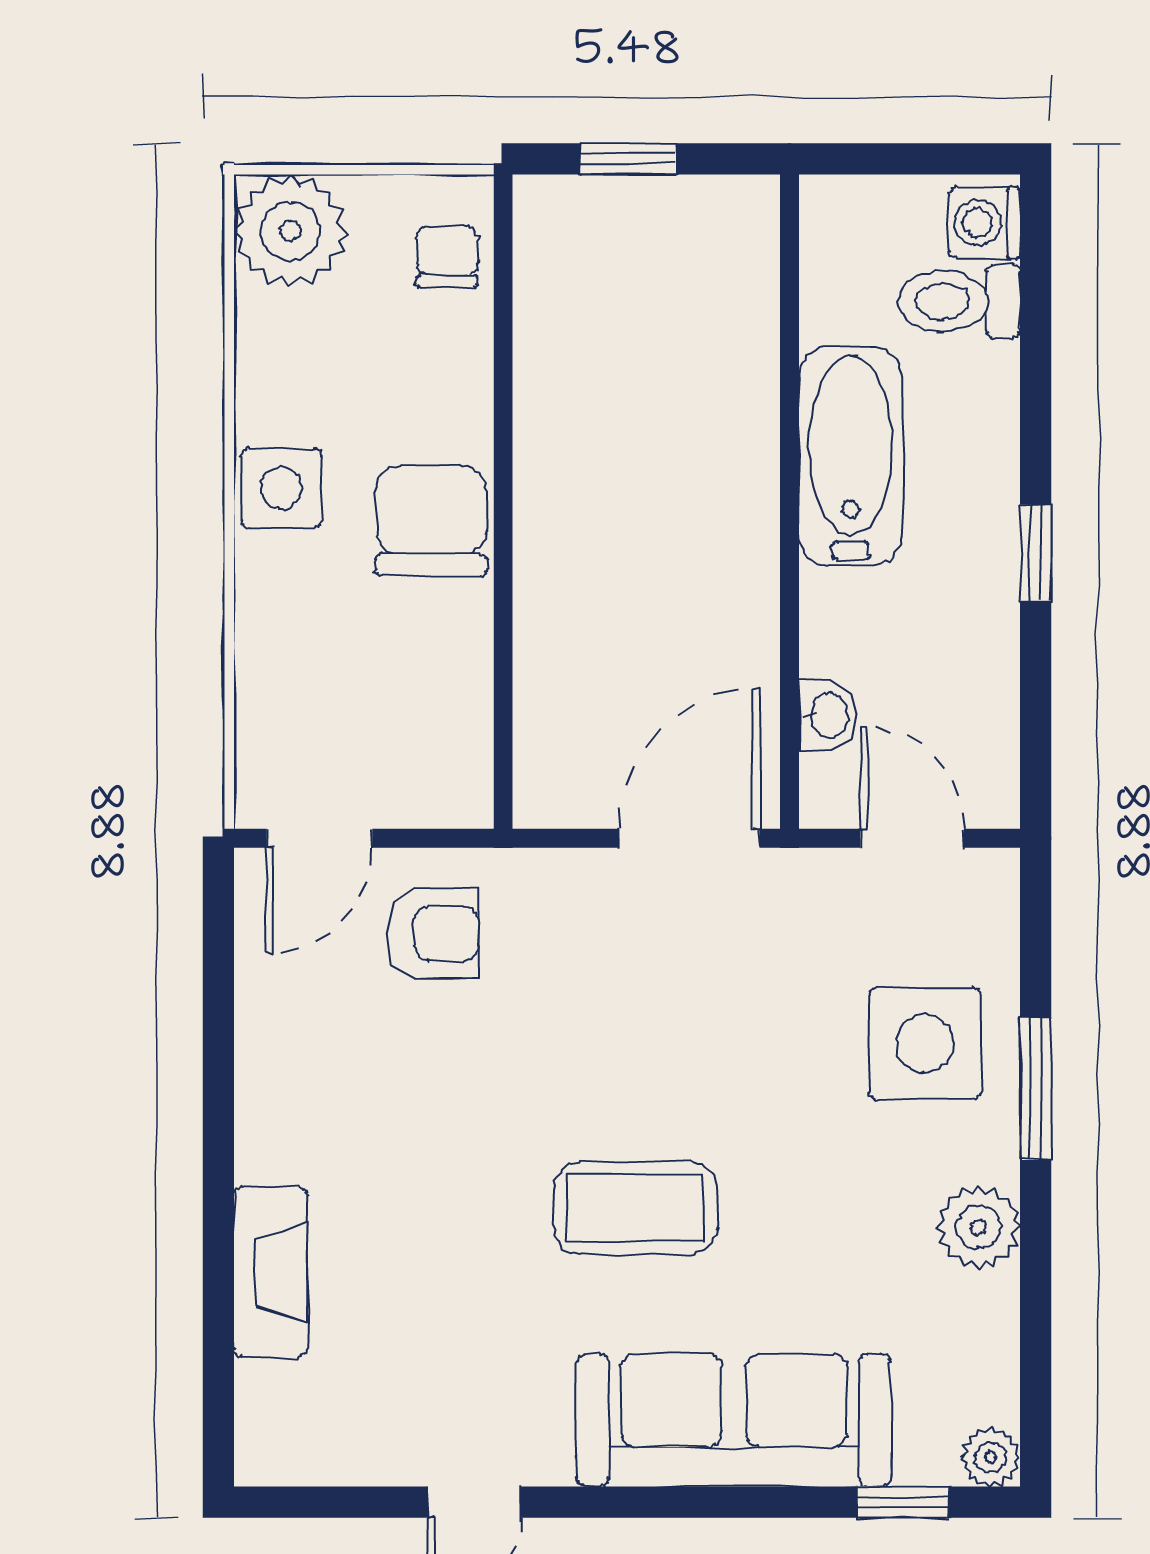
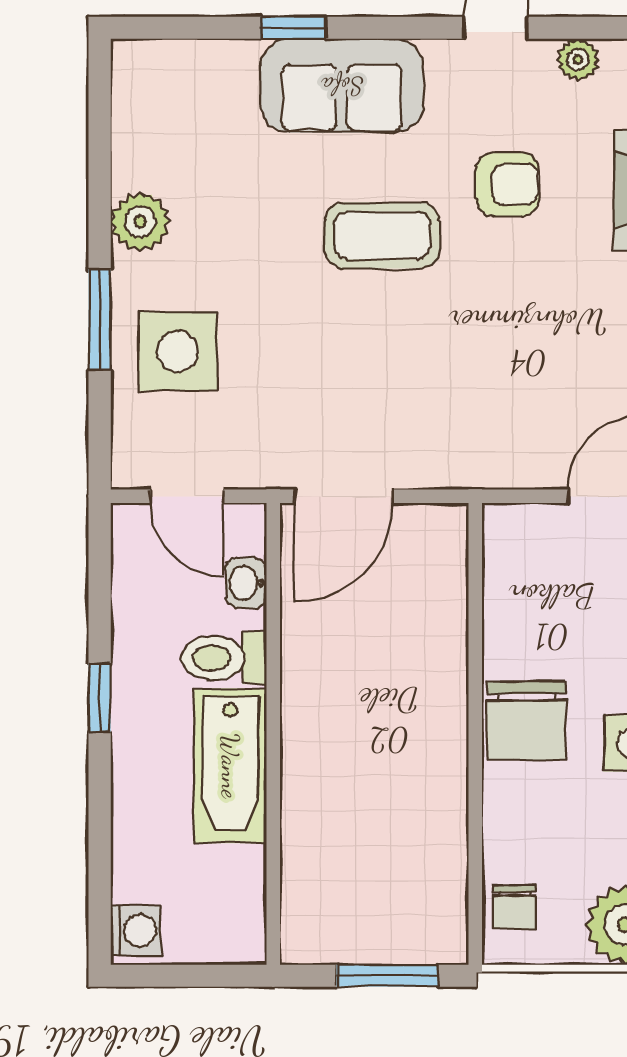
window: (628, 159) -> (387, 976), width x1.50
toilet: (959, 302) -> (224, 658), moved, turned 180
armchair: (433, 933) -> (508, 184), moved, turned 180
sofa: (734, 1420) -> (342, 86), width x0.73
plant: (990, 1457) -> (578, 60), moved
window: (903, 1502) -> (293, 28), moved

